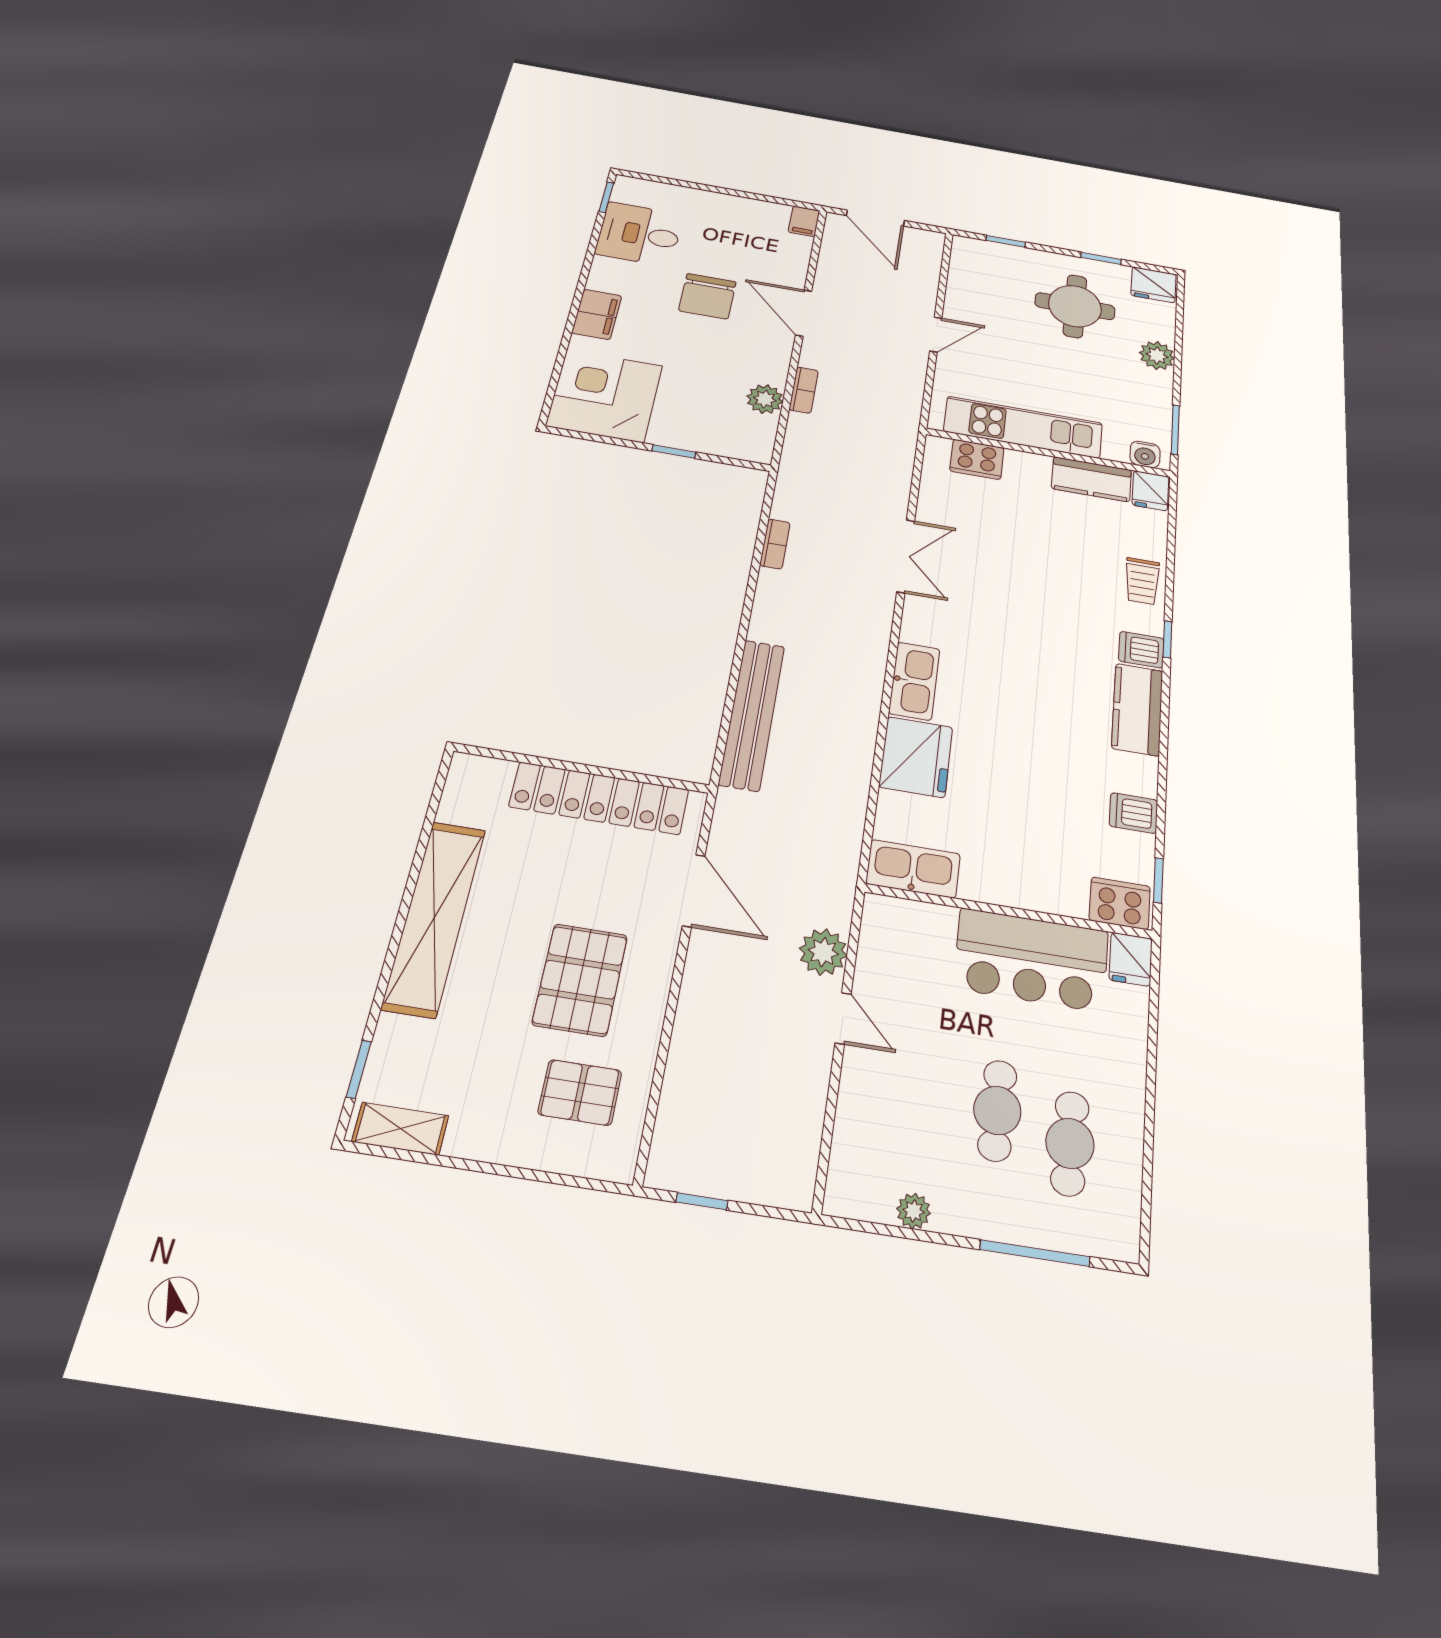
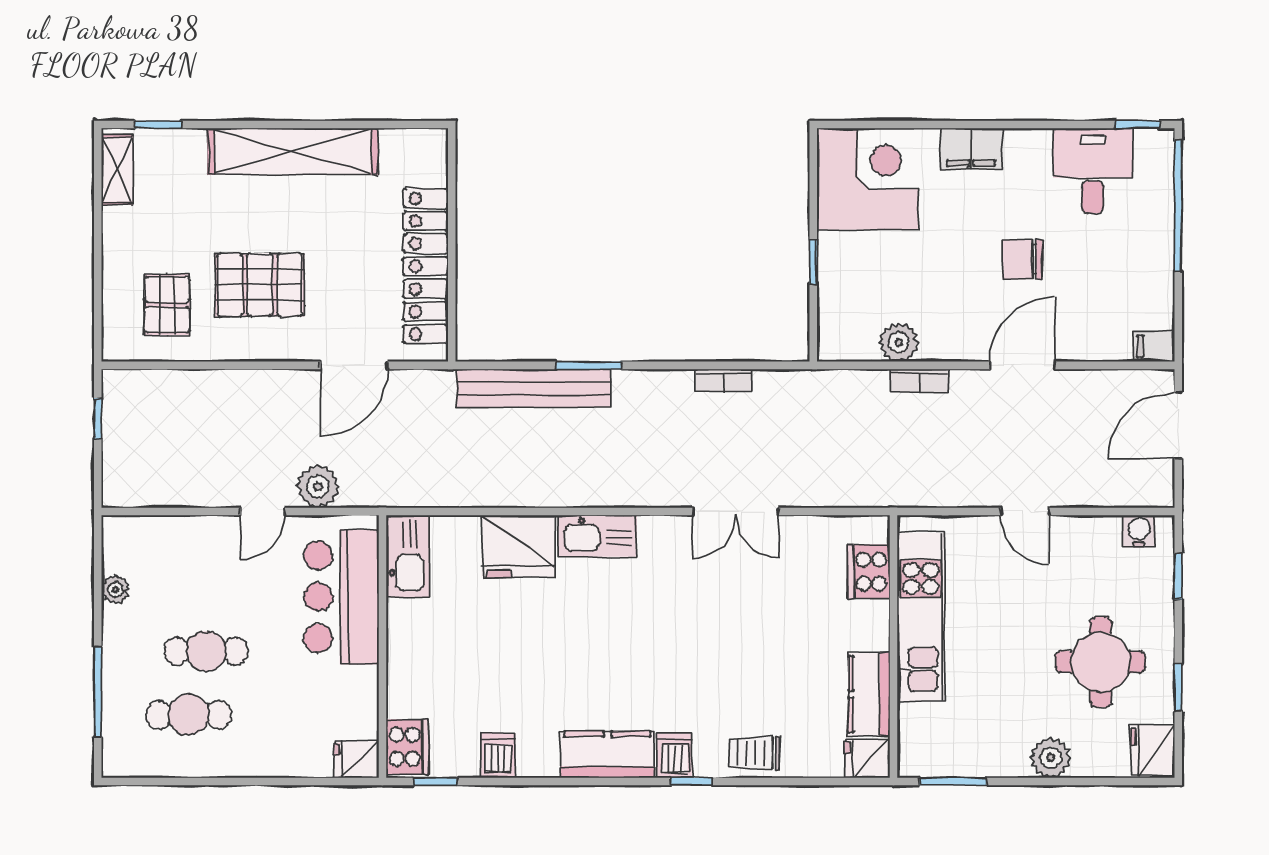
window: (685, 184) -> (1178, 206), added
chair: (707, 296) -> (1022, 259), width x0.73, depth x0.73
water cooler: (1145, 454) -> (1139, 531), moved, turned 90
window: (738, 659) -> (589, 365), added
bar counter: (1031, 960) -> (341, 597), moved

